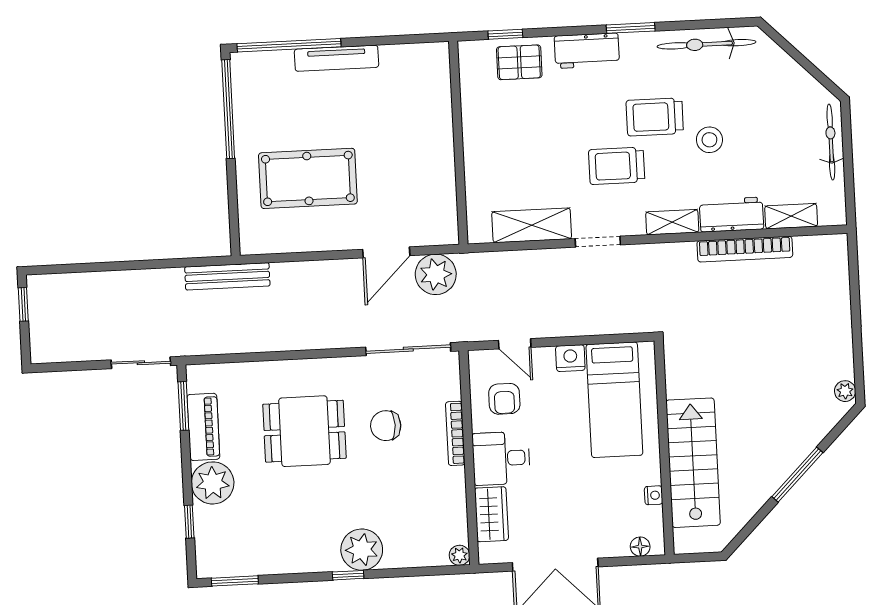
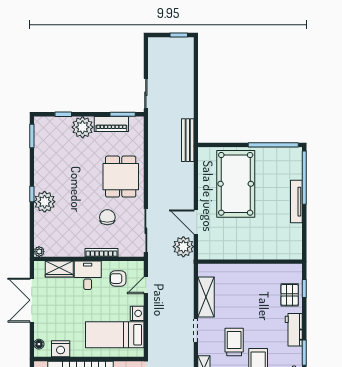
pool table: (308, 178) -> (236, 184), width x1.36, depth x1.32
dining table: (304, 431) -> (121, 177), moved
nightstand: (654, 495) -> (61, 349), width x1.89, depth x1.79

